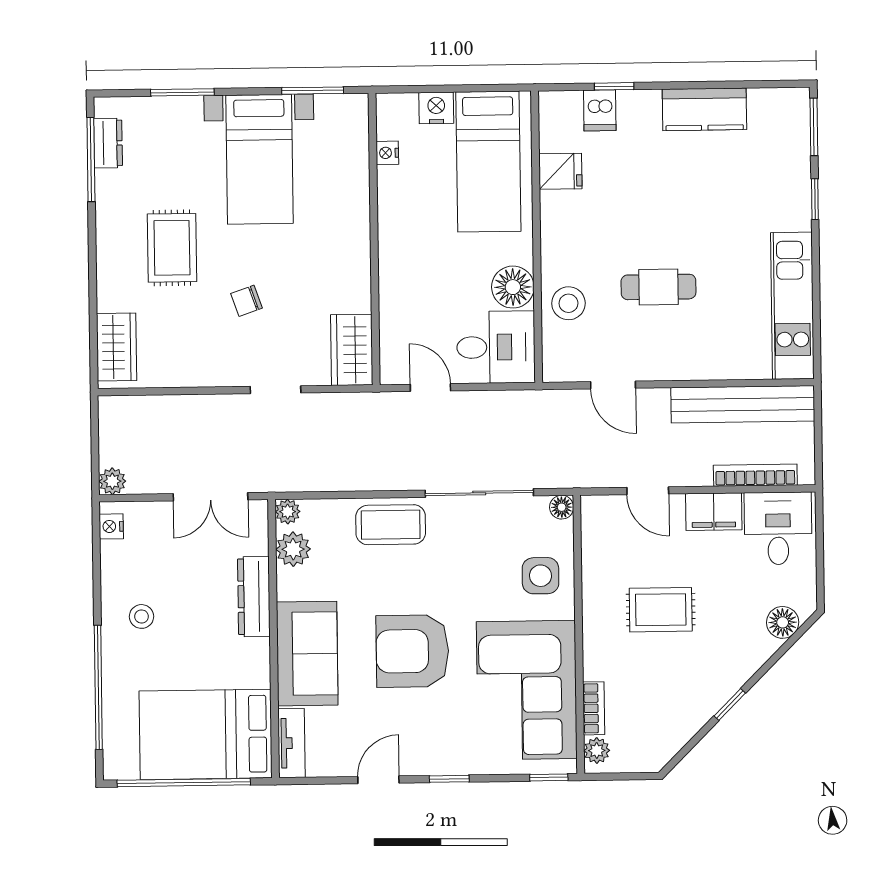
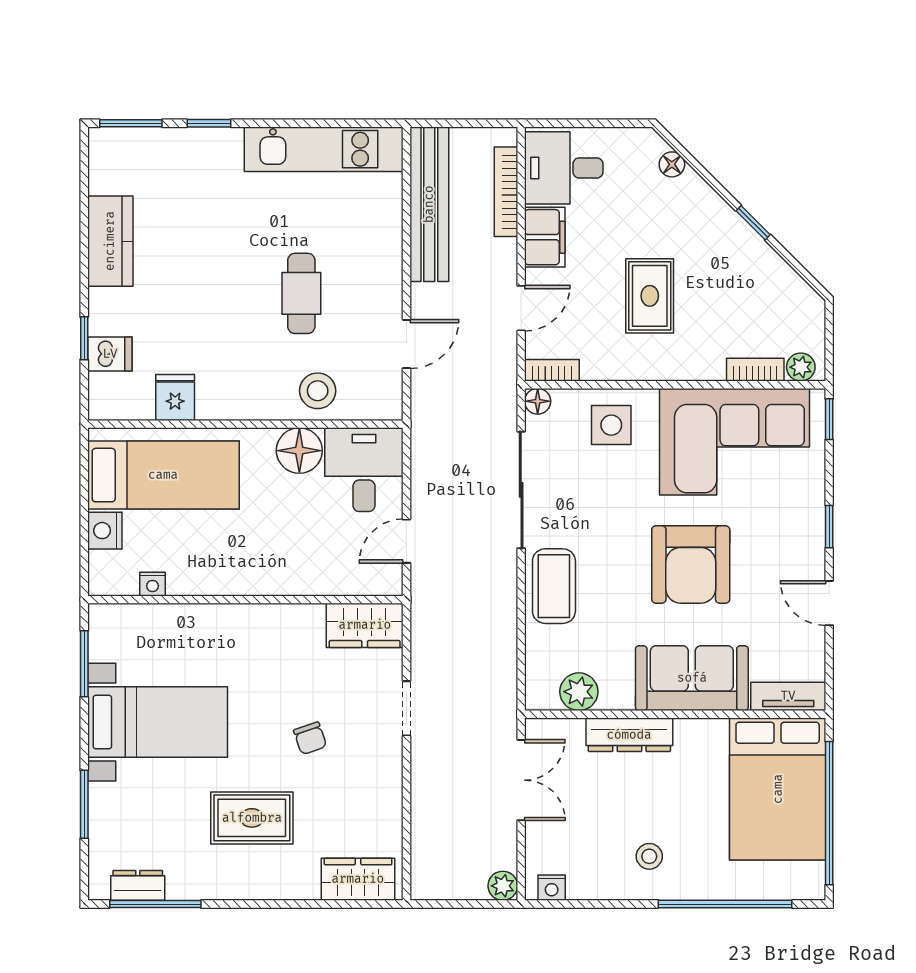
plant: (288, 512) -> (538, 697), removed
bookcase: (591, 520) -> (552, 370), added
floor lamp: (783, 622) -> (672, 164), width x0.73, depth x0.73

